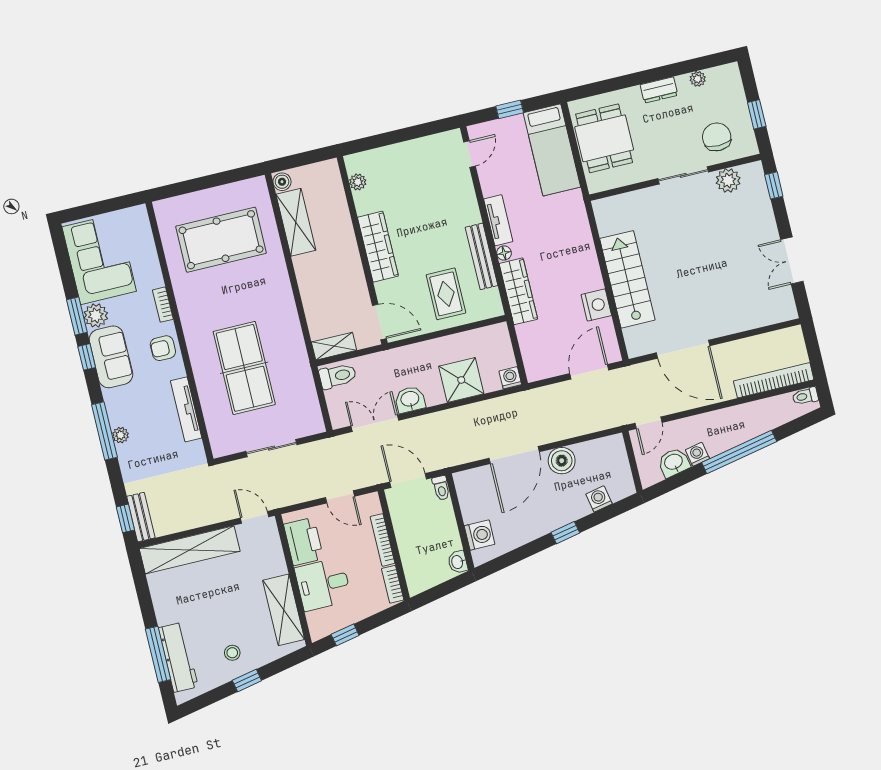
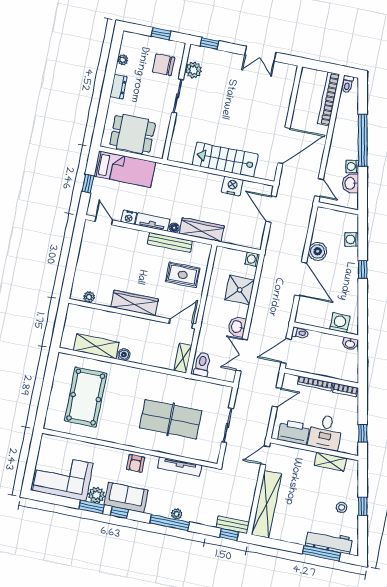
boiler: (282, 182) -> (124, 355), moved
nightstand: (490, 185) -> (129, 217), added
bookcase: (163, 305) -> (109, 451), removed
shelving: (284, 610) -> (330, 462), width x0.67, depth x0.75

